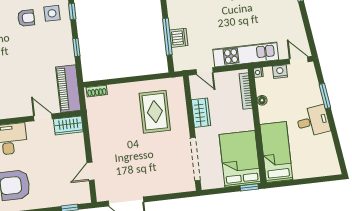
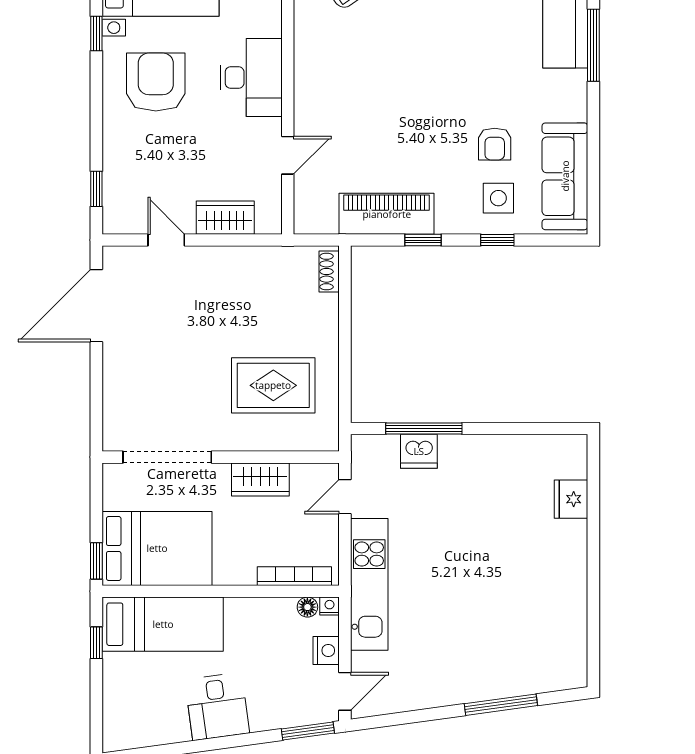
piano: (68, 89) -> (387, 214), moved
window: (325, 96) -> (308, 731), moved
floor lamp: (262, 100) -> (307, 607), moved
wardrobe: (68, 125) -> (225, 218), moved, turned 90
window: (289, 183) -> (96, 643), added

